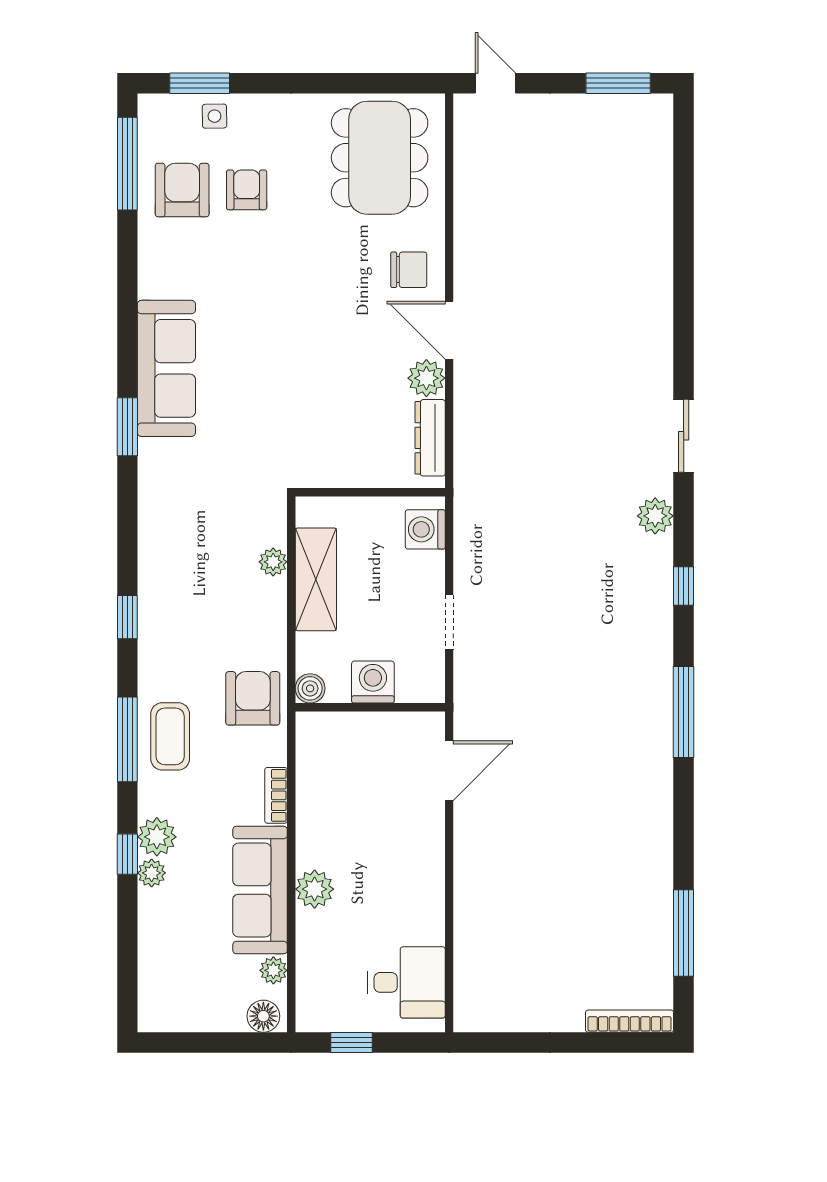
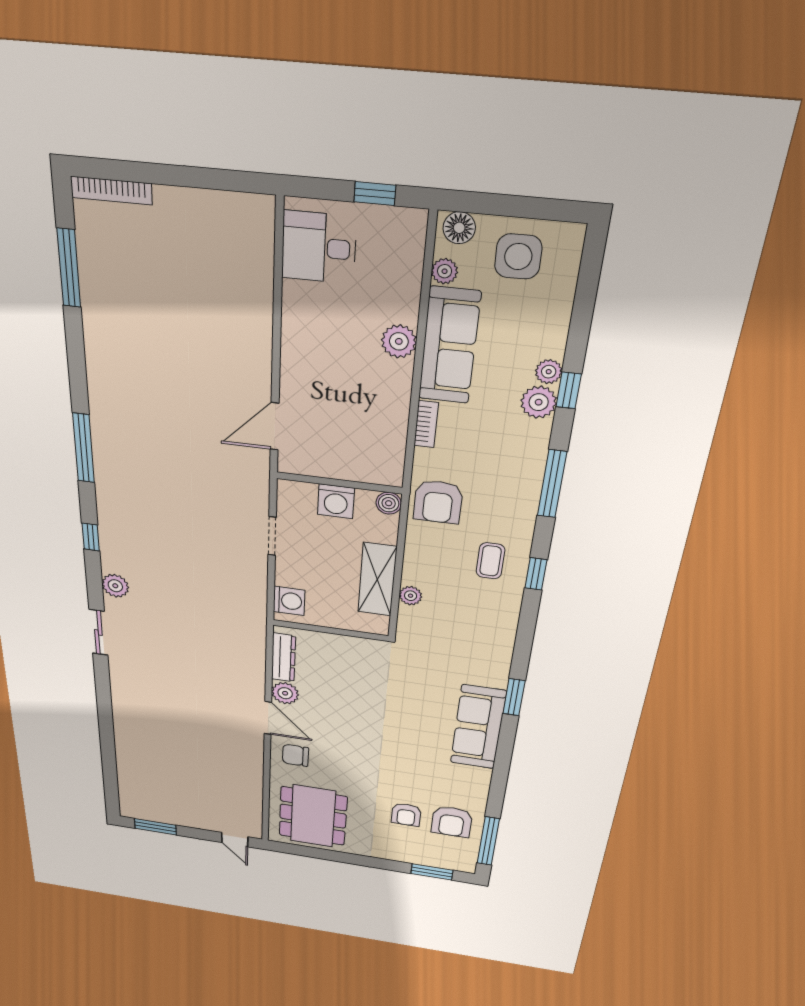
side table: (214, 116) -> (518, 257), moved, width x1.87, depth x1.87
coffee table: (170, 736) -> (490, 561), moved, width x0.73, depth x0.77

